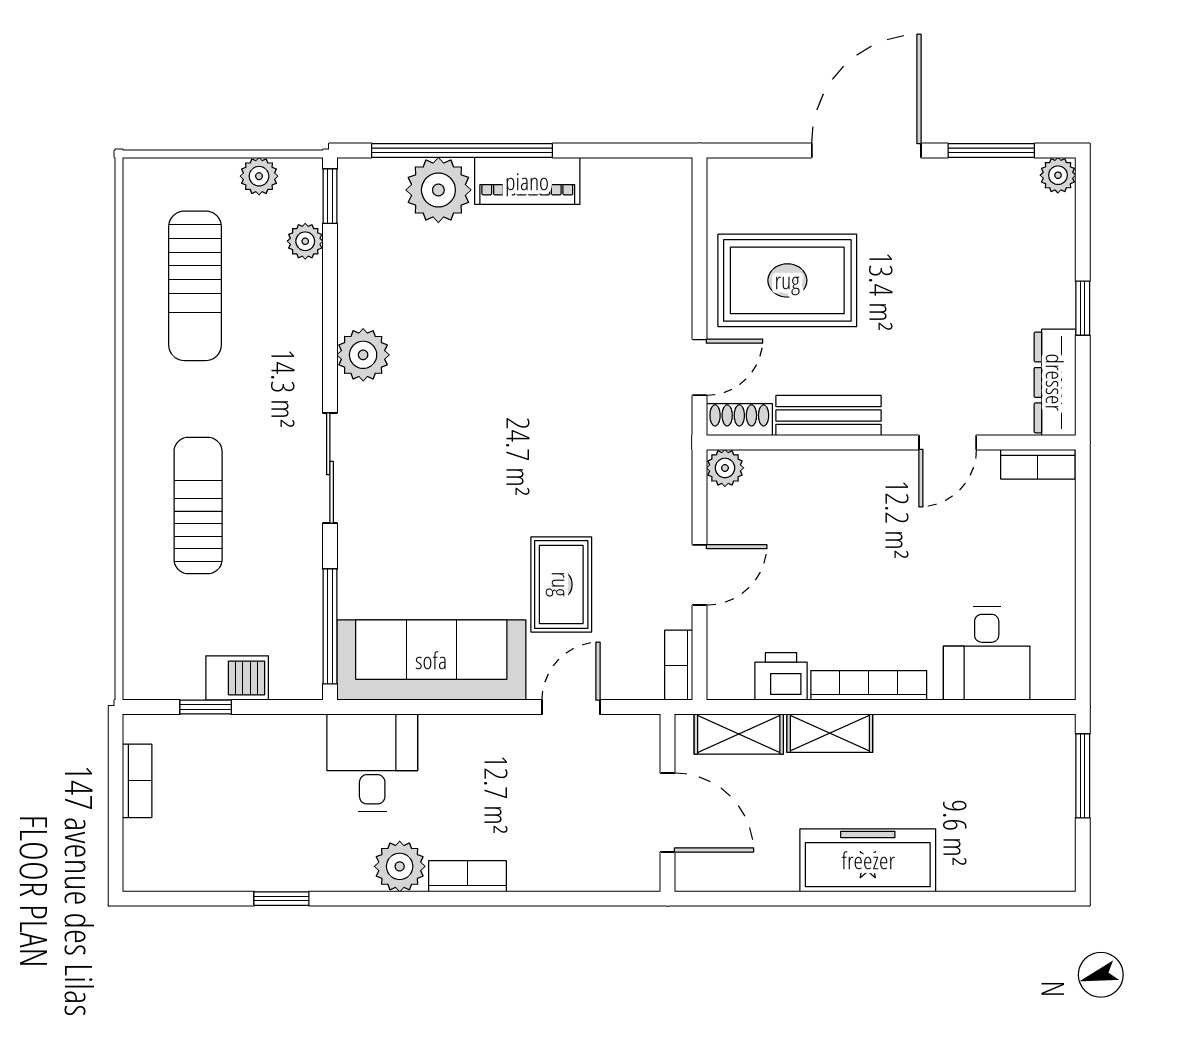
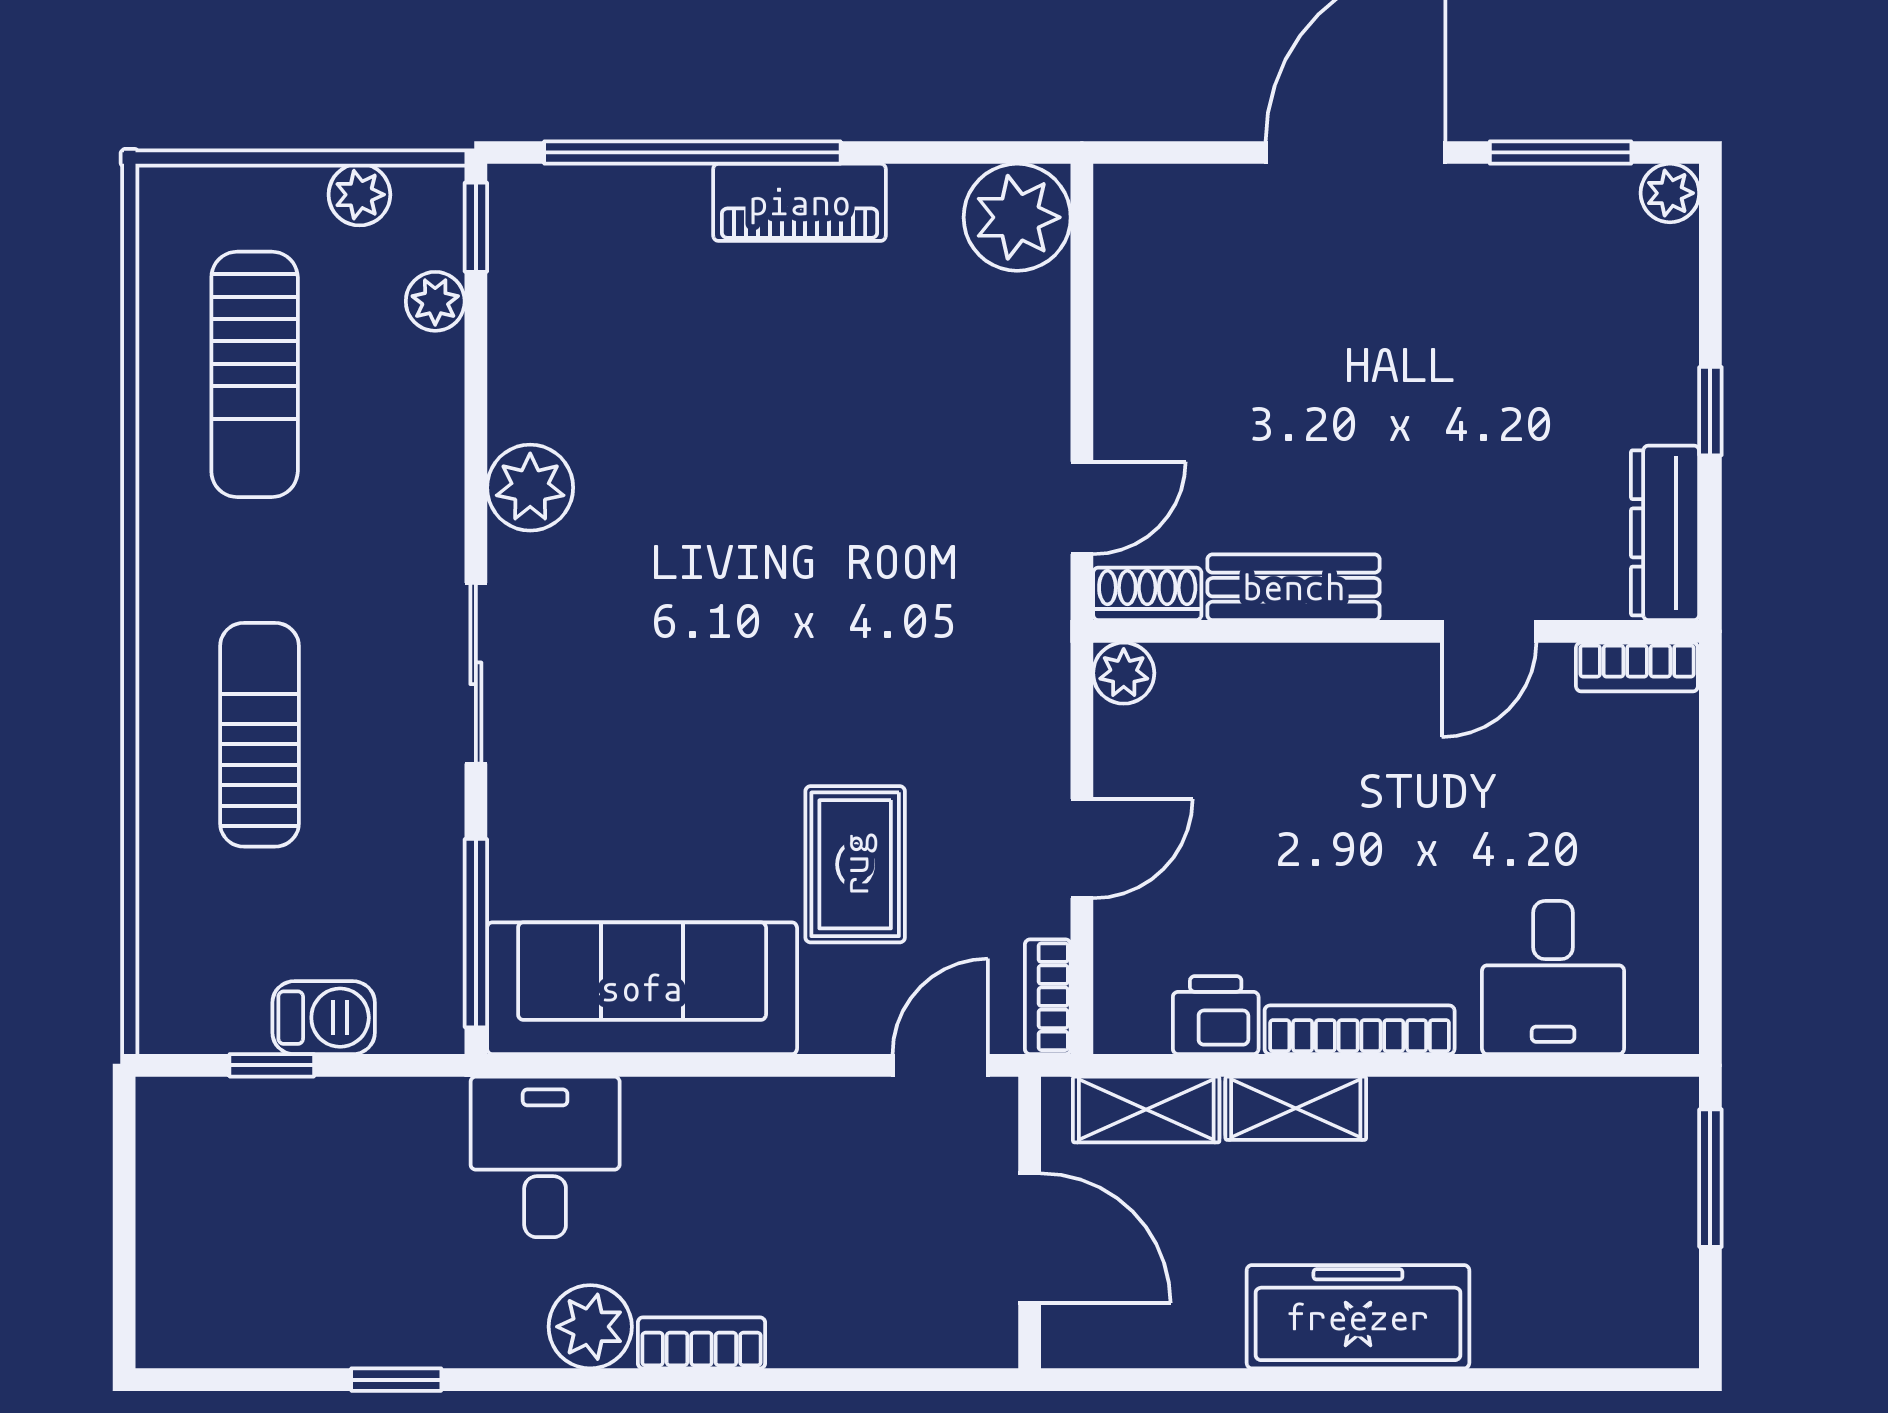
plant: (438, 190) -> (1017, 217), moved
rug: (787, 280) -> (1226, 366), removed
door: (571, 707) -> (940, 1065), moved
bookcase: (137, 781) -> (159, 1186), removed

